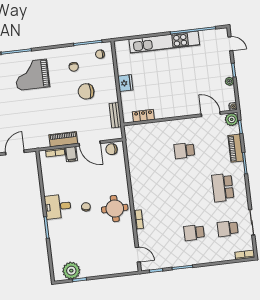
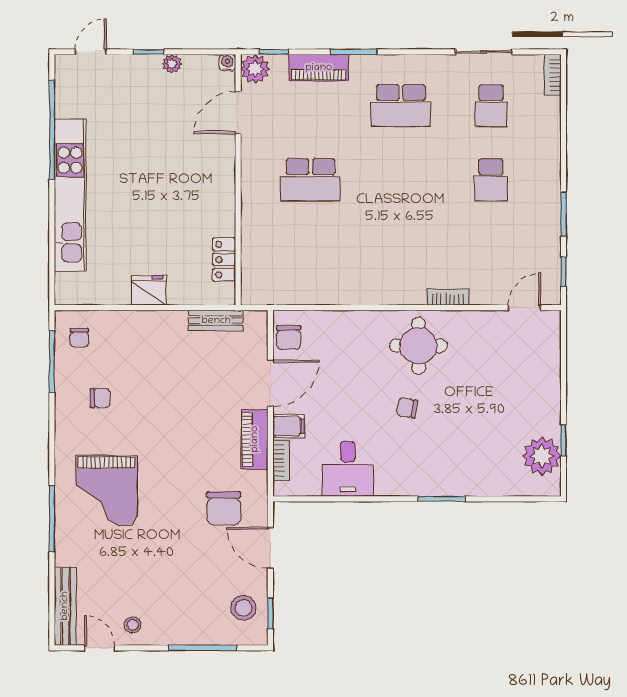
chair: (86, 91) -> (224, 508), moved
school desk: (184, 151) -> (311, 180), width x1.85
desk: (58, 207) -> (348, 469), moved

